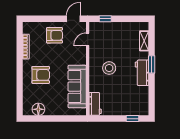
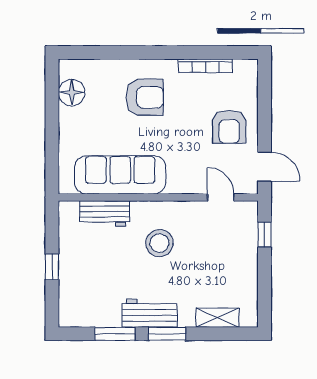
armchair: (41, 75) -> (145, 97), turned -90
window: (152, 89) -> (115, 334), added
workbench: (95, 104) -> (105, 213), moved
window: (133, 119) -> (52, 267), moved

